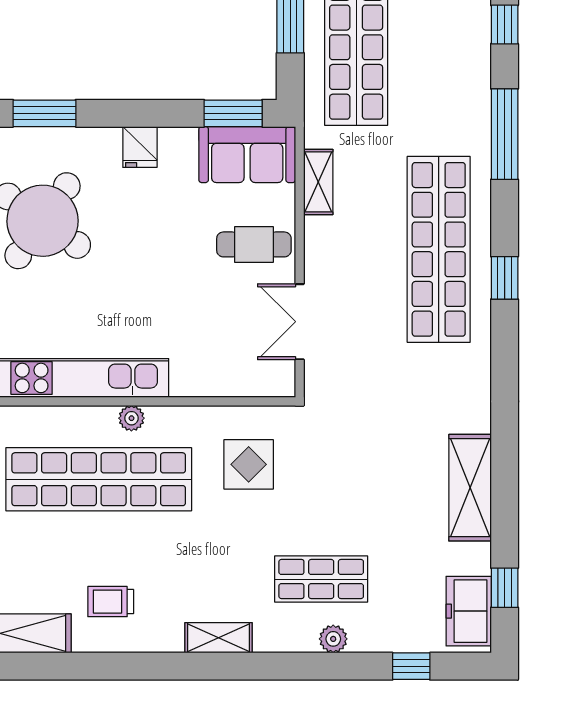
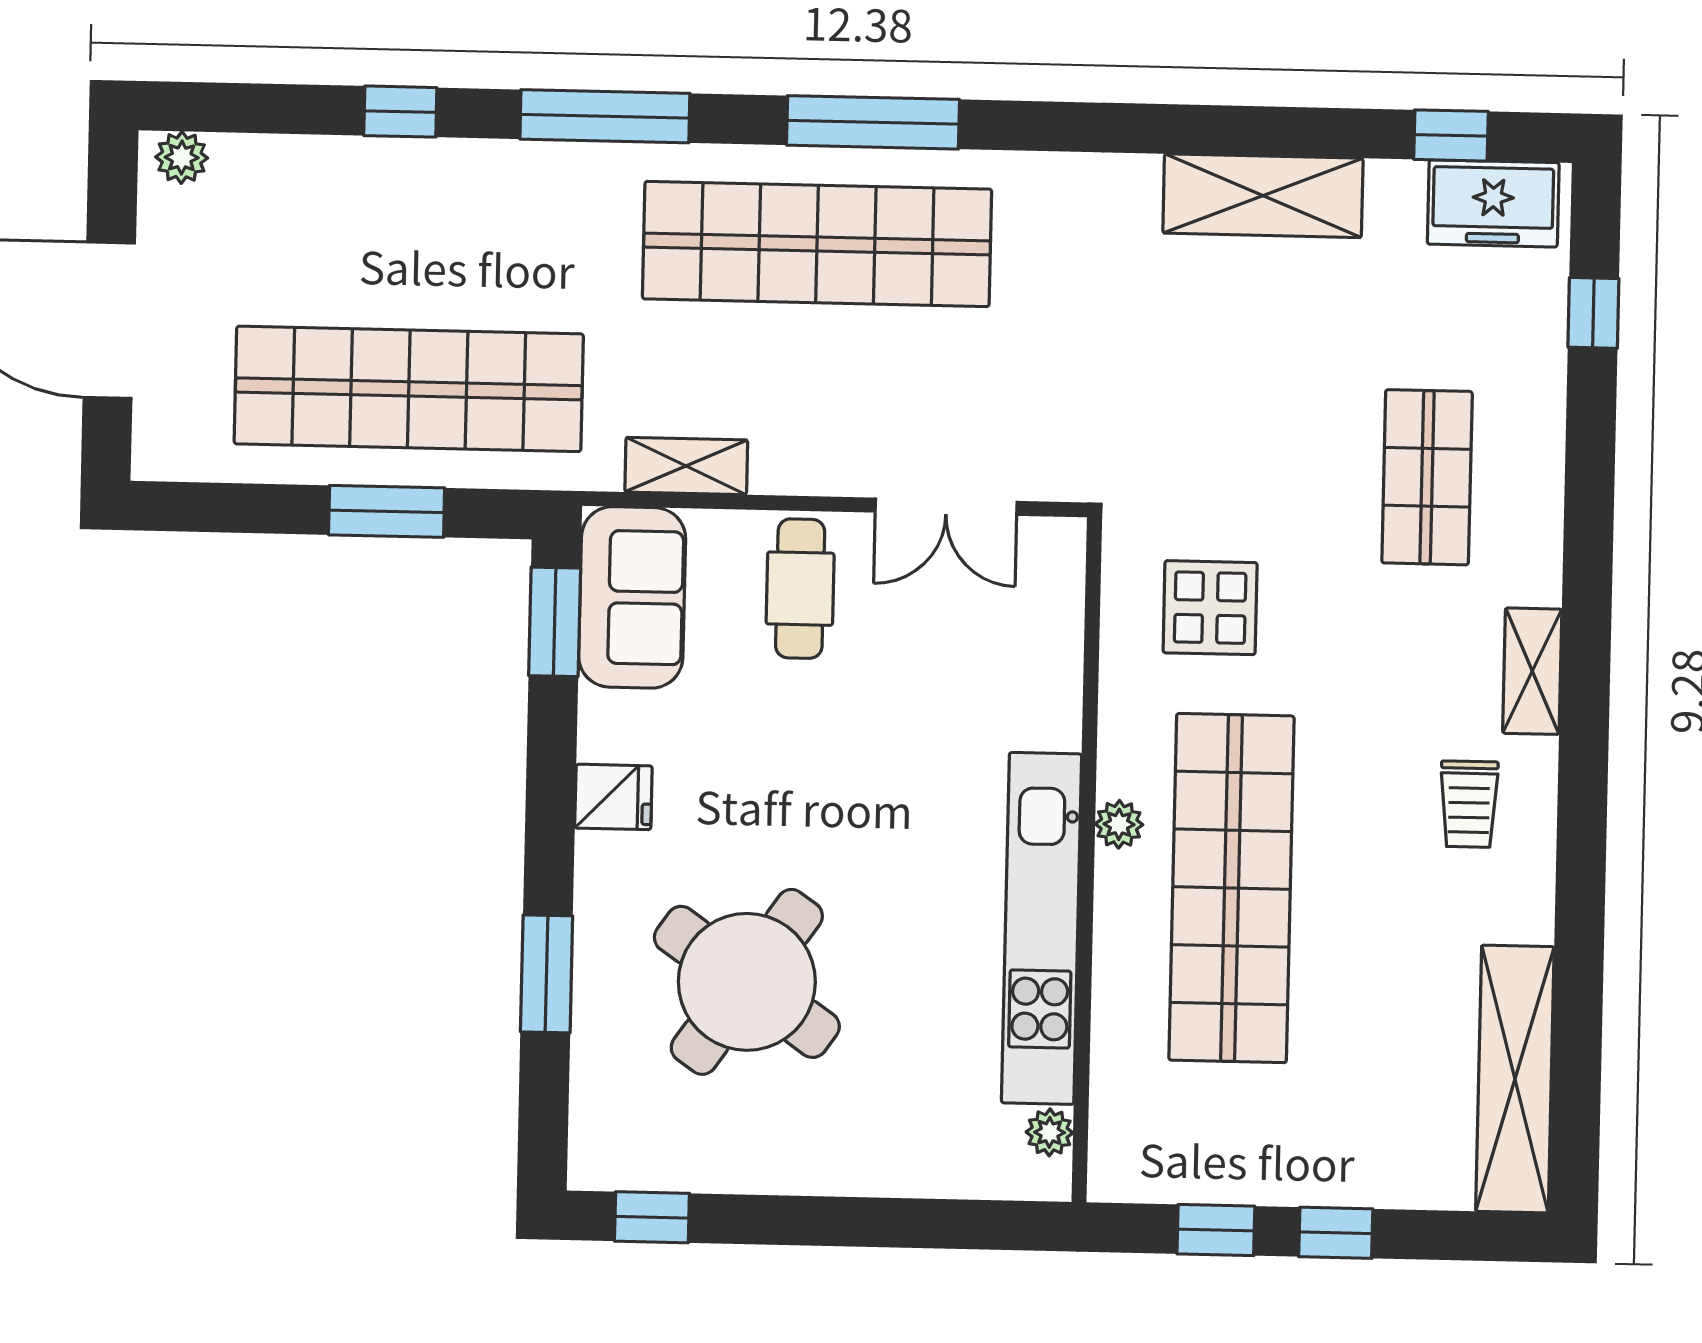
window: (505, 278) -> (873, 122), width x2.17
trolley: (111, 602) -> (1469, 804), moved
plant: (333, 639) -> (1539, 457), removed

